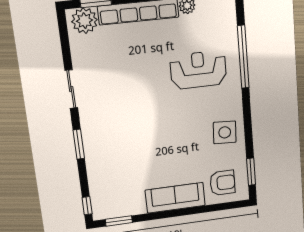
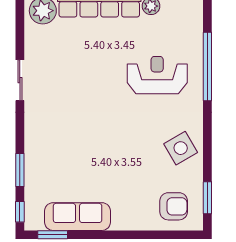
side table: (225, 132) -> (181, 148), turned -33
window: (79, 144) -> (20, 170), moved
sofa: (175, 198) -> (78, 217), moved

